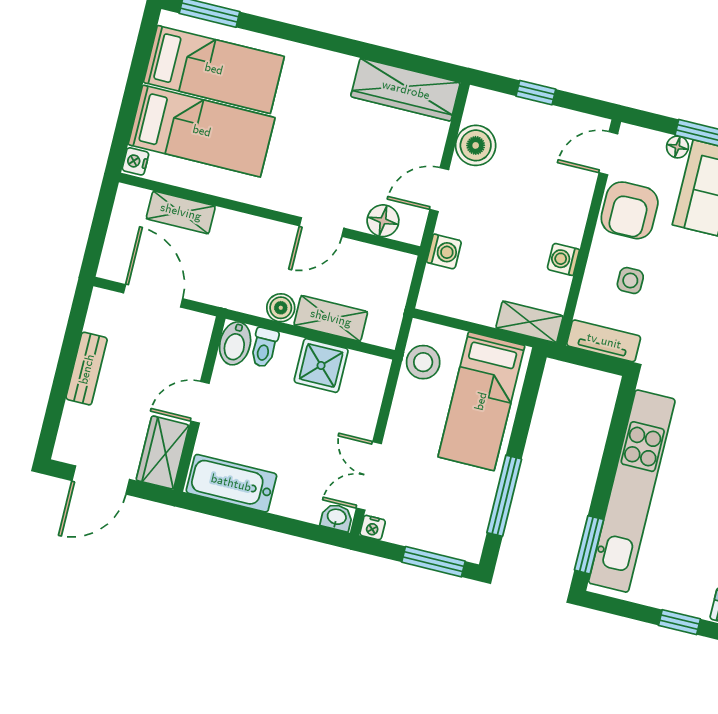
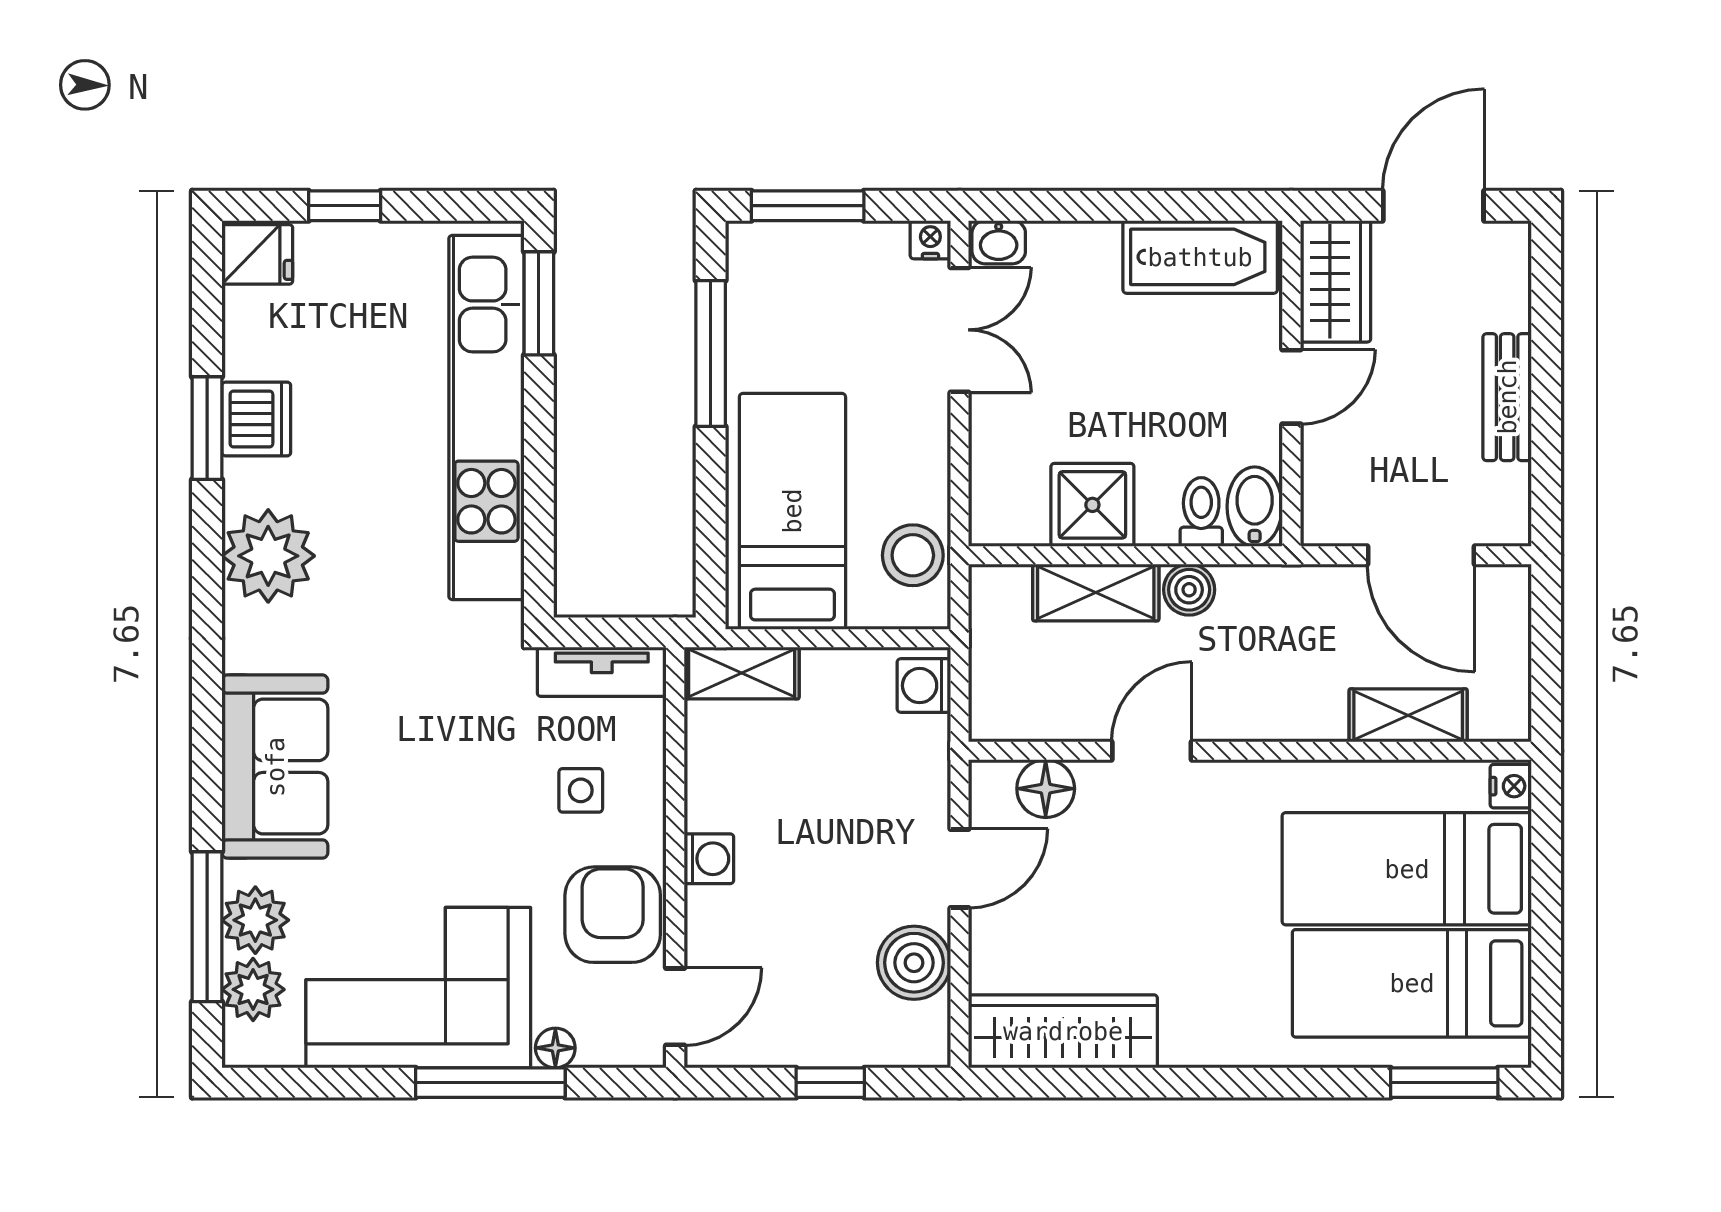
washing machine: (444, 252) -> (924, 686), moved
washing machine: (563, 259) -> (709, 859), moved

